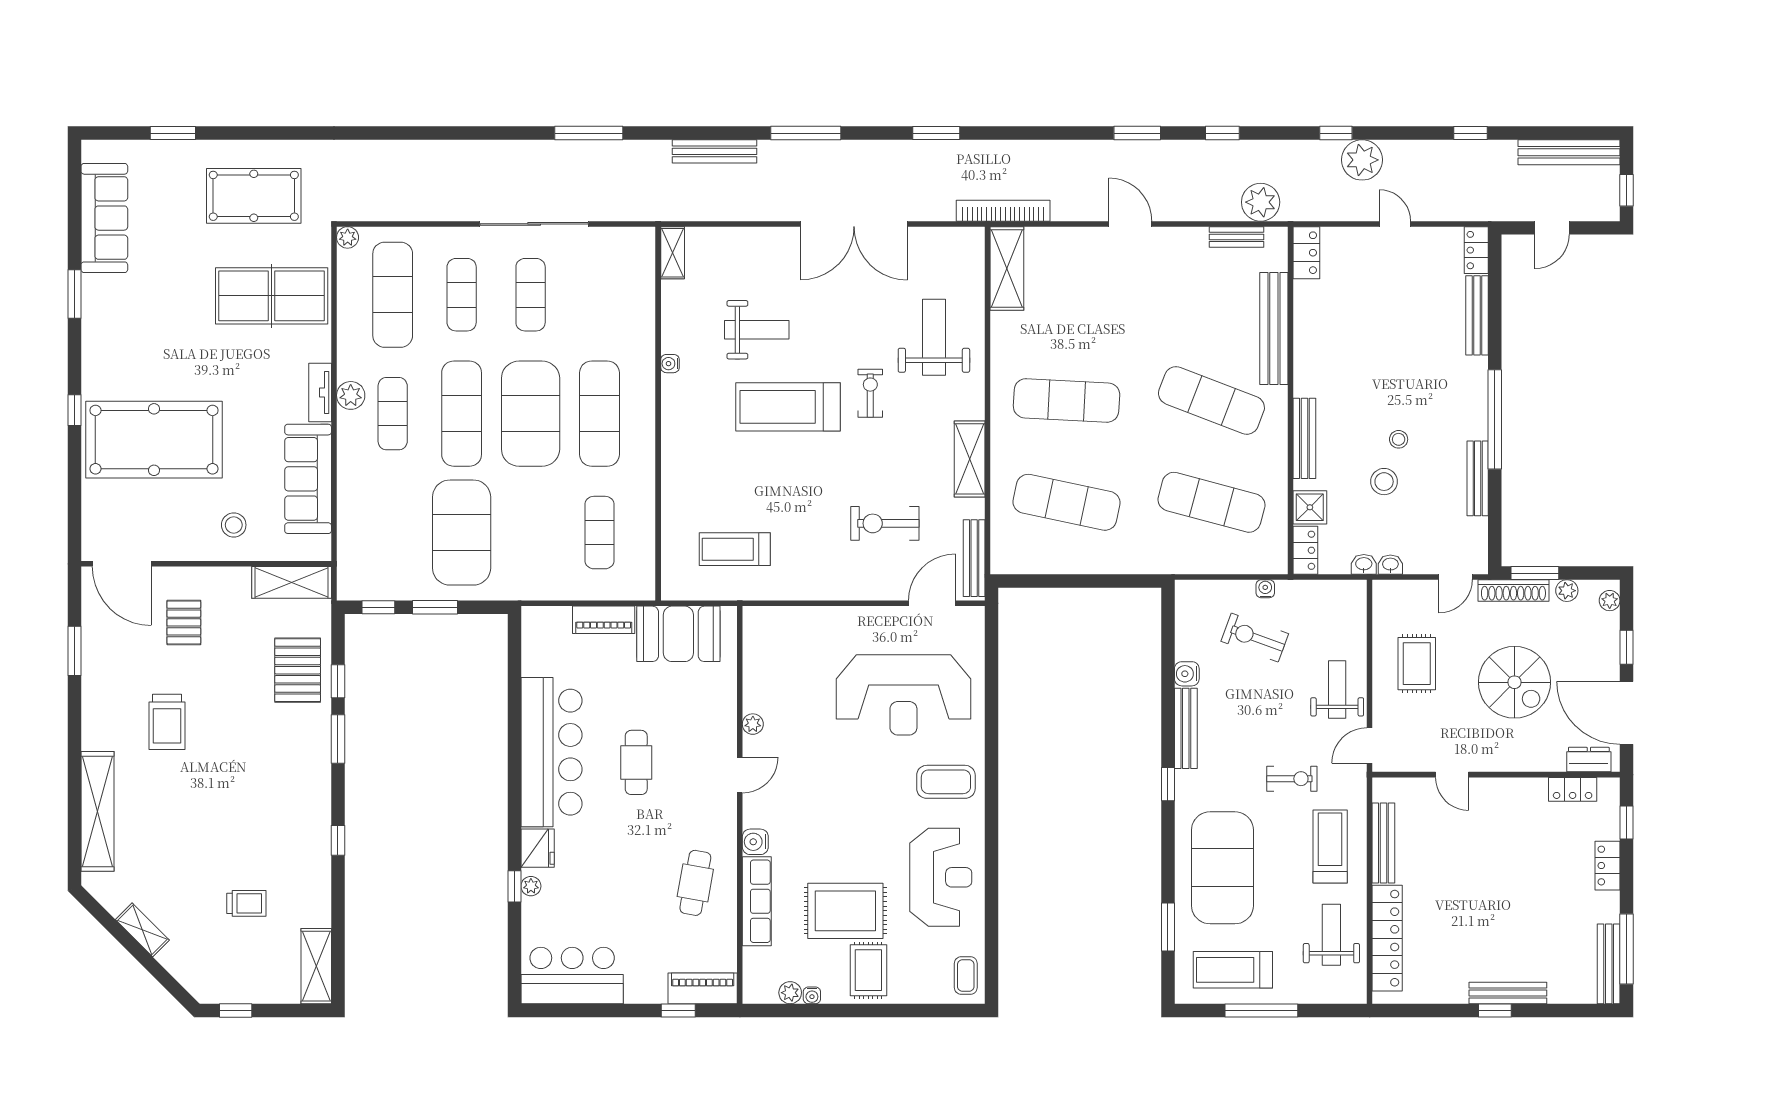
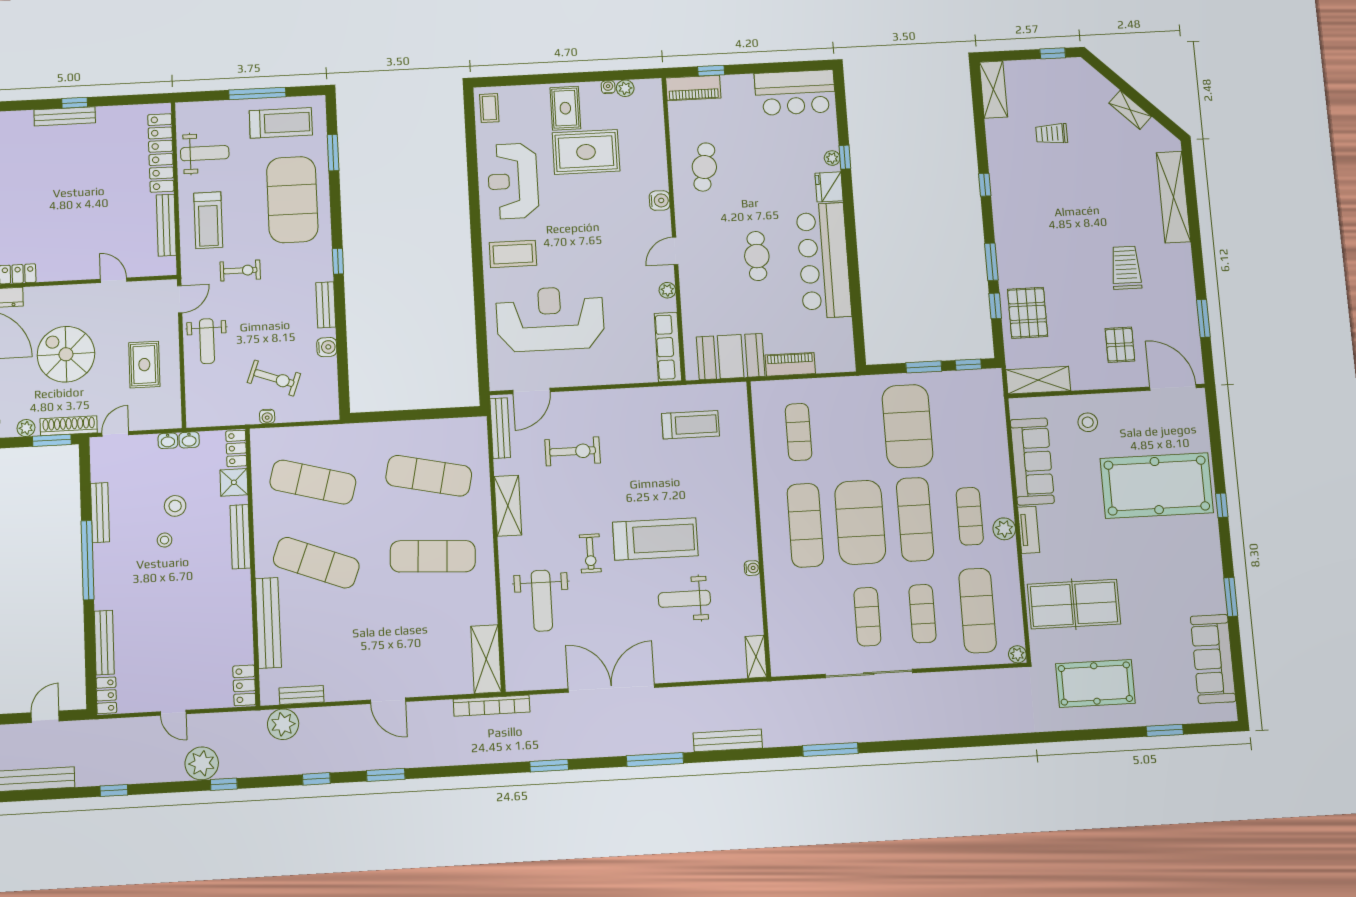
bench: (1186, 728) -> (326, 305), width x0.73
exercise bike: (1292, 779) -> (240, 271), turned 180
row of seats: (757, 901) -> (668, 347), moved
weight bench: (1331, 935) -> (205, 153), turned -90

